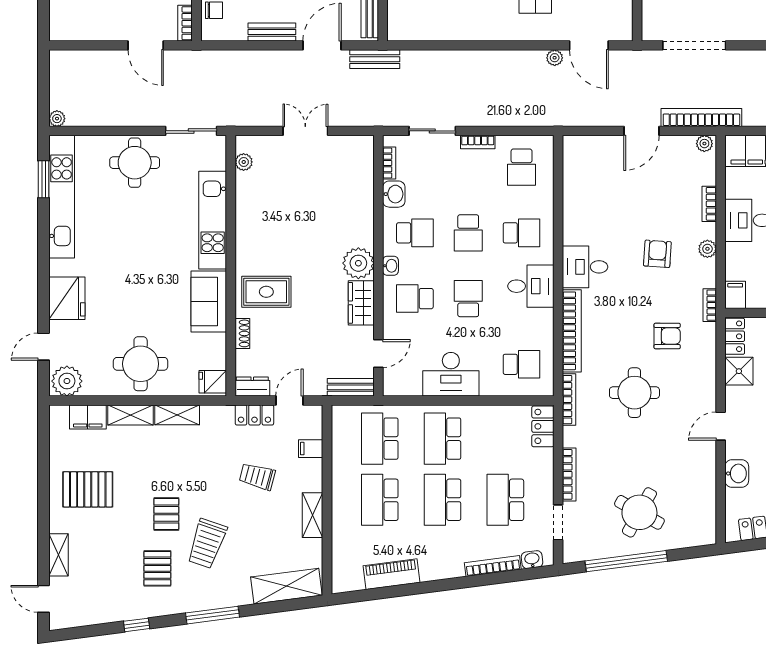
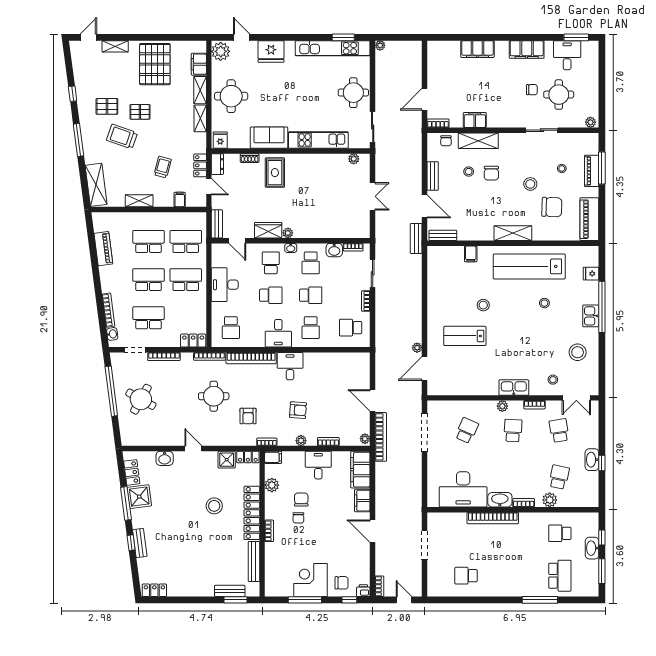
school desk: (468, 233) -> (311, 295), turned 180
plant: (358, 263) -> (288, 233), width x0.53, depth x0.53
pallet: (88, 489) -> (155, 64), width x1.37, depth x1.41

